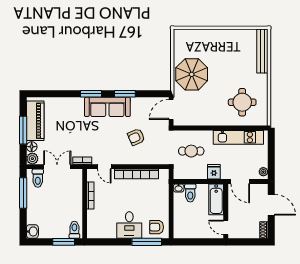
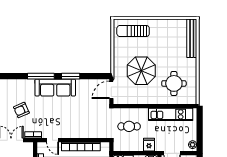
sun lounger: (196, 43) -> (133, 31), added
parasol: (192, 74) -> (141, 71), moved
window: (91, 94) -> (41, 76), width x1.44
armchair: (136, 137) -> (21, 110), moved

